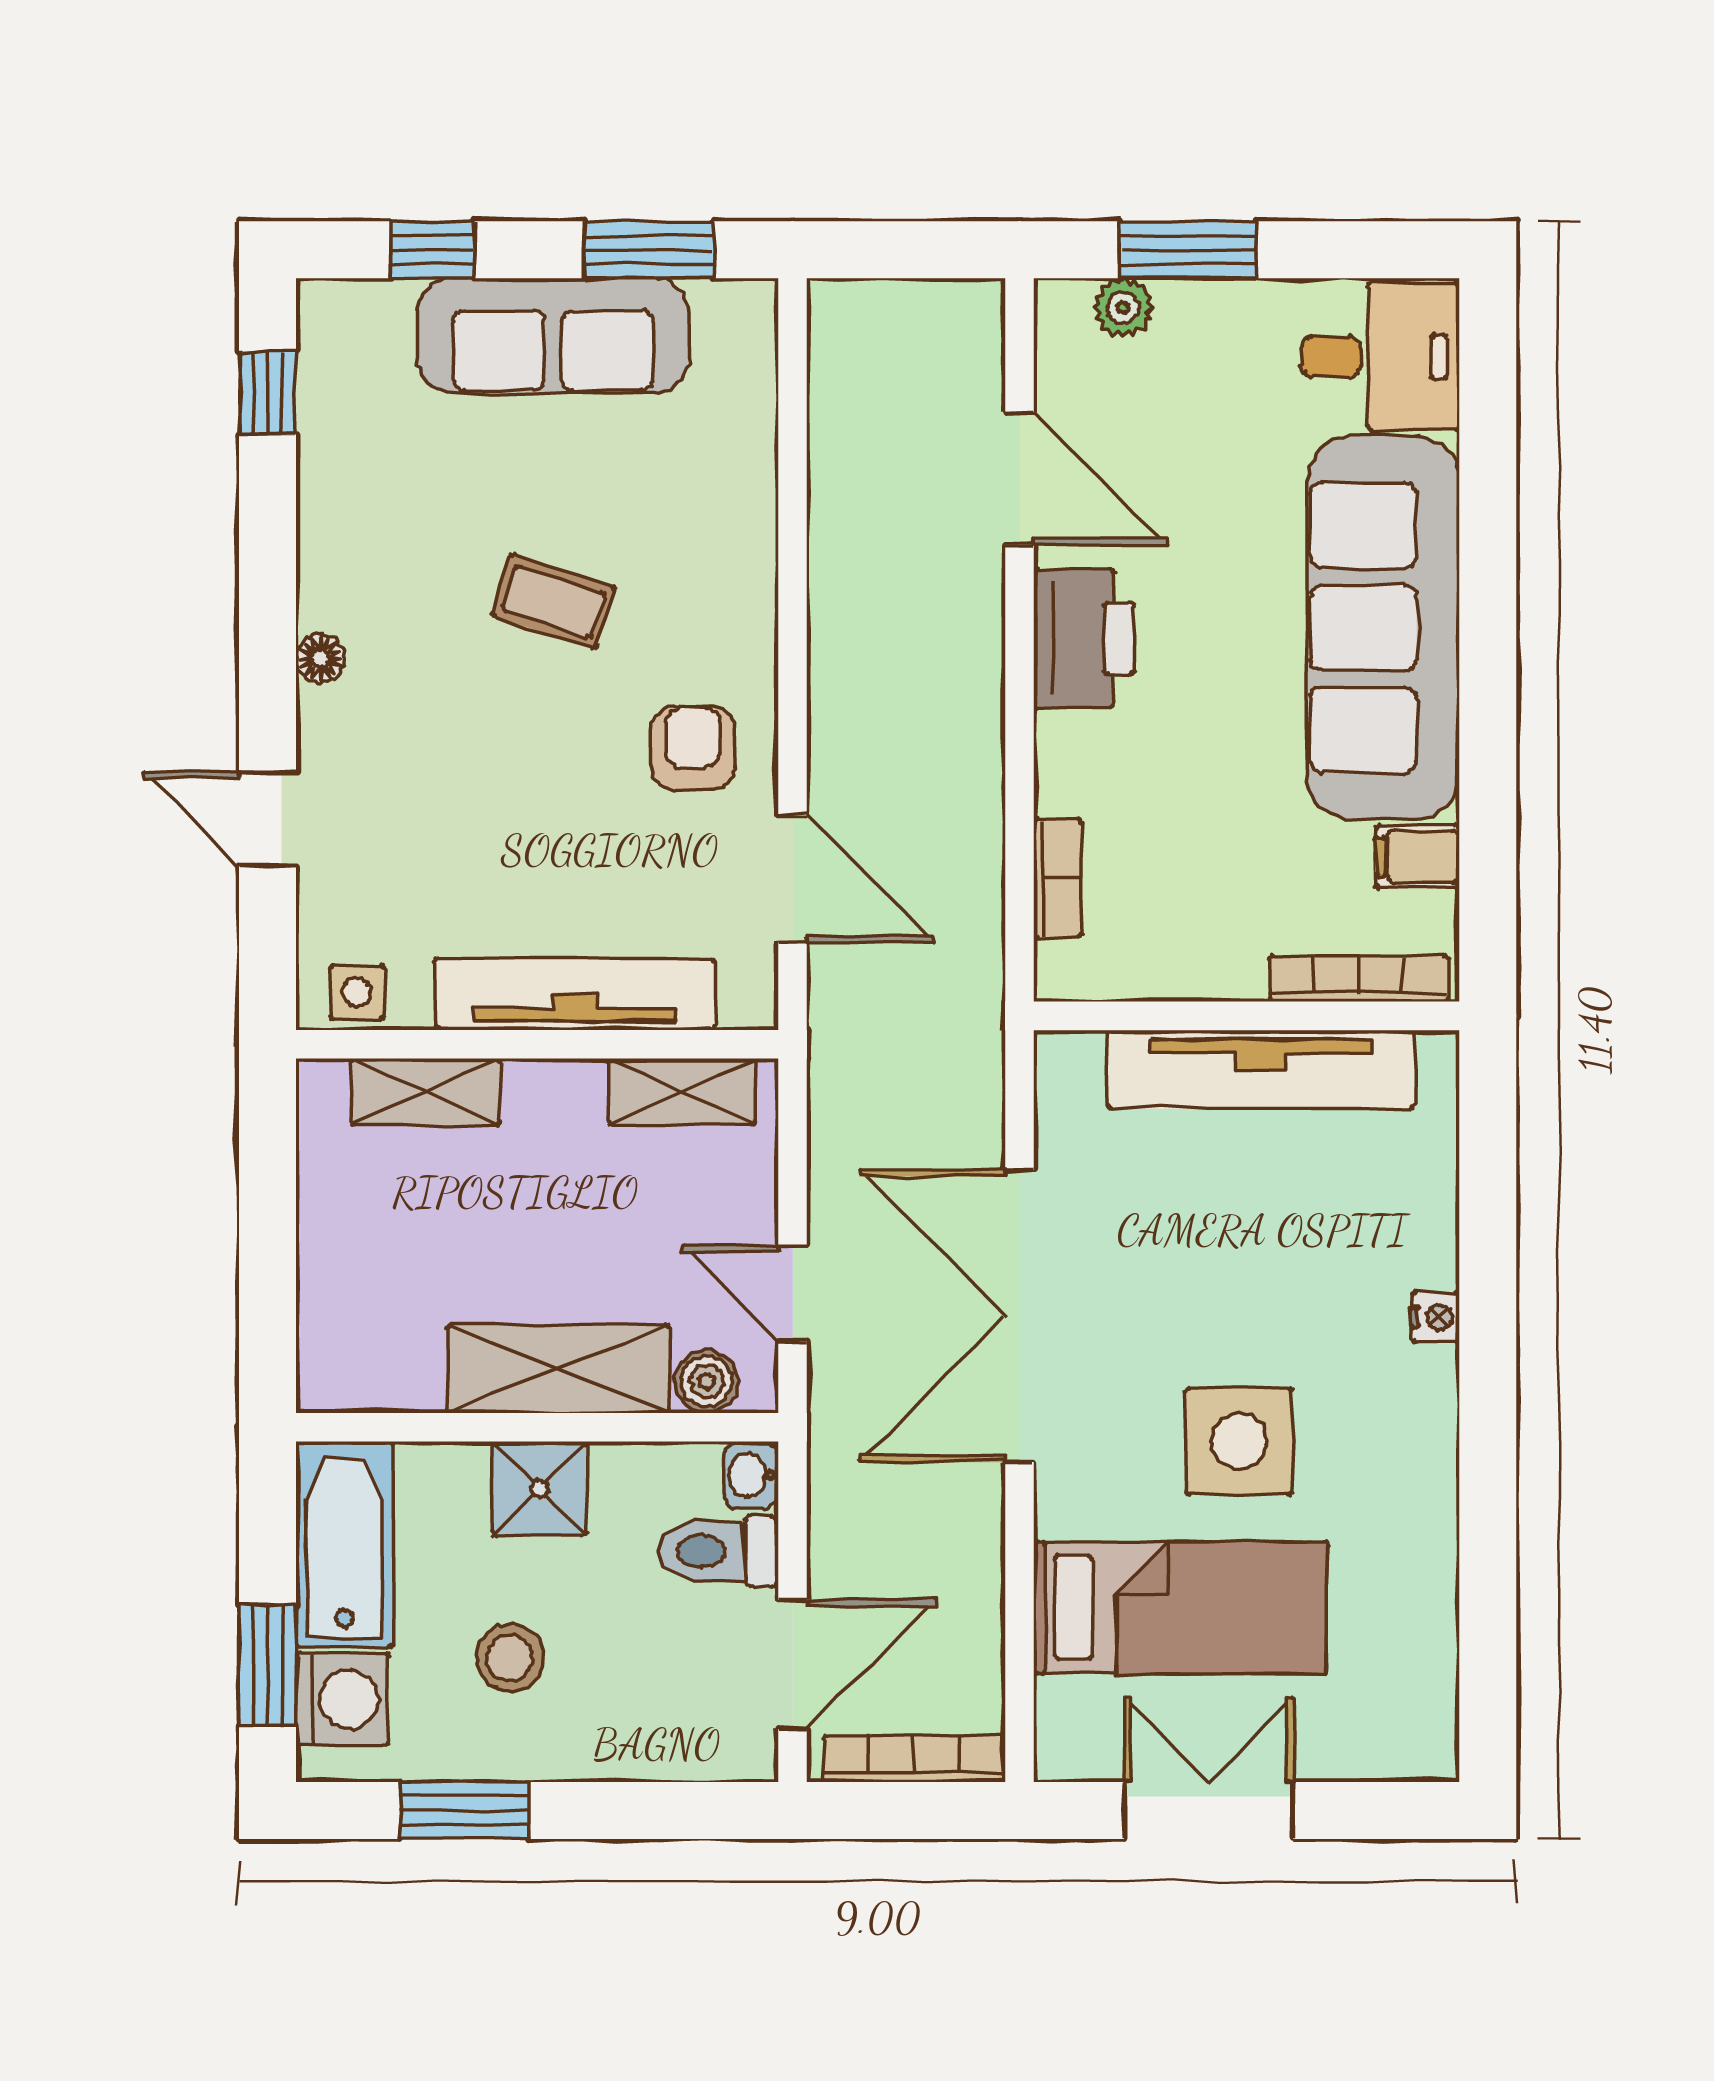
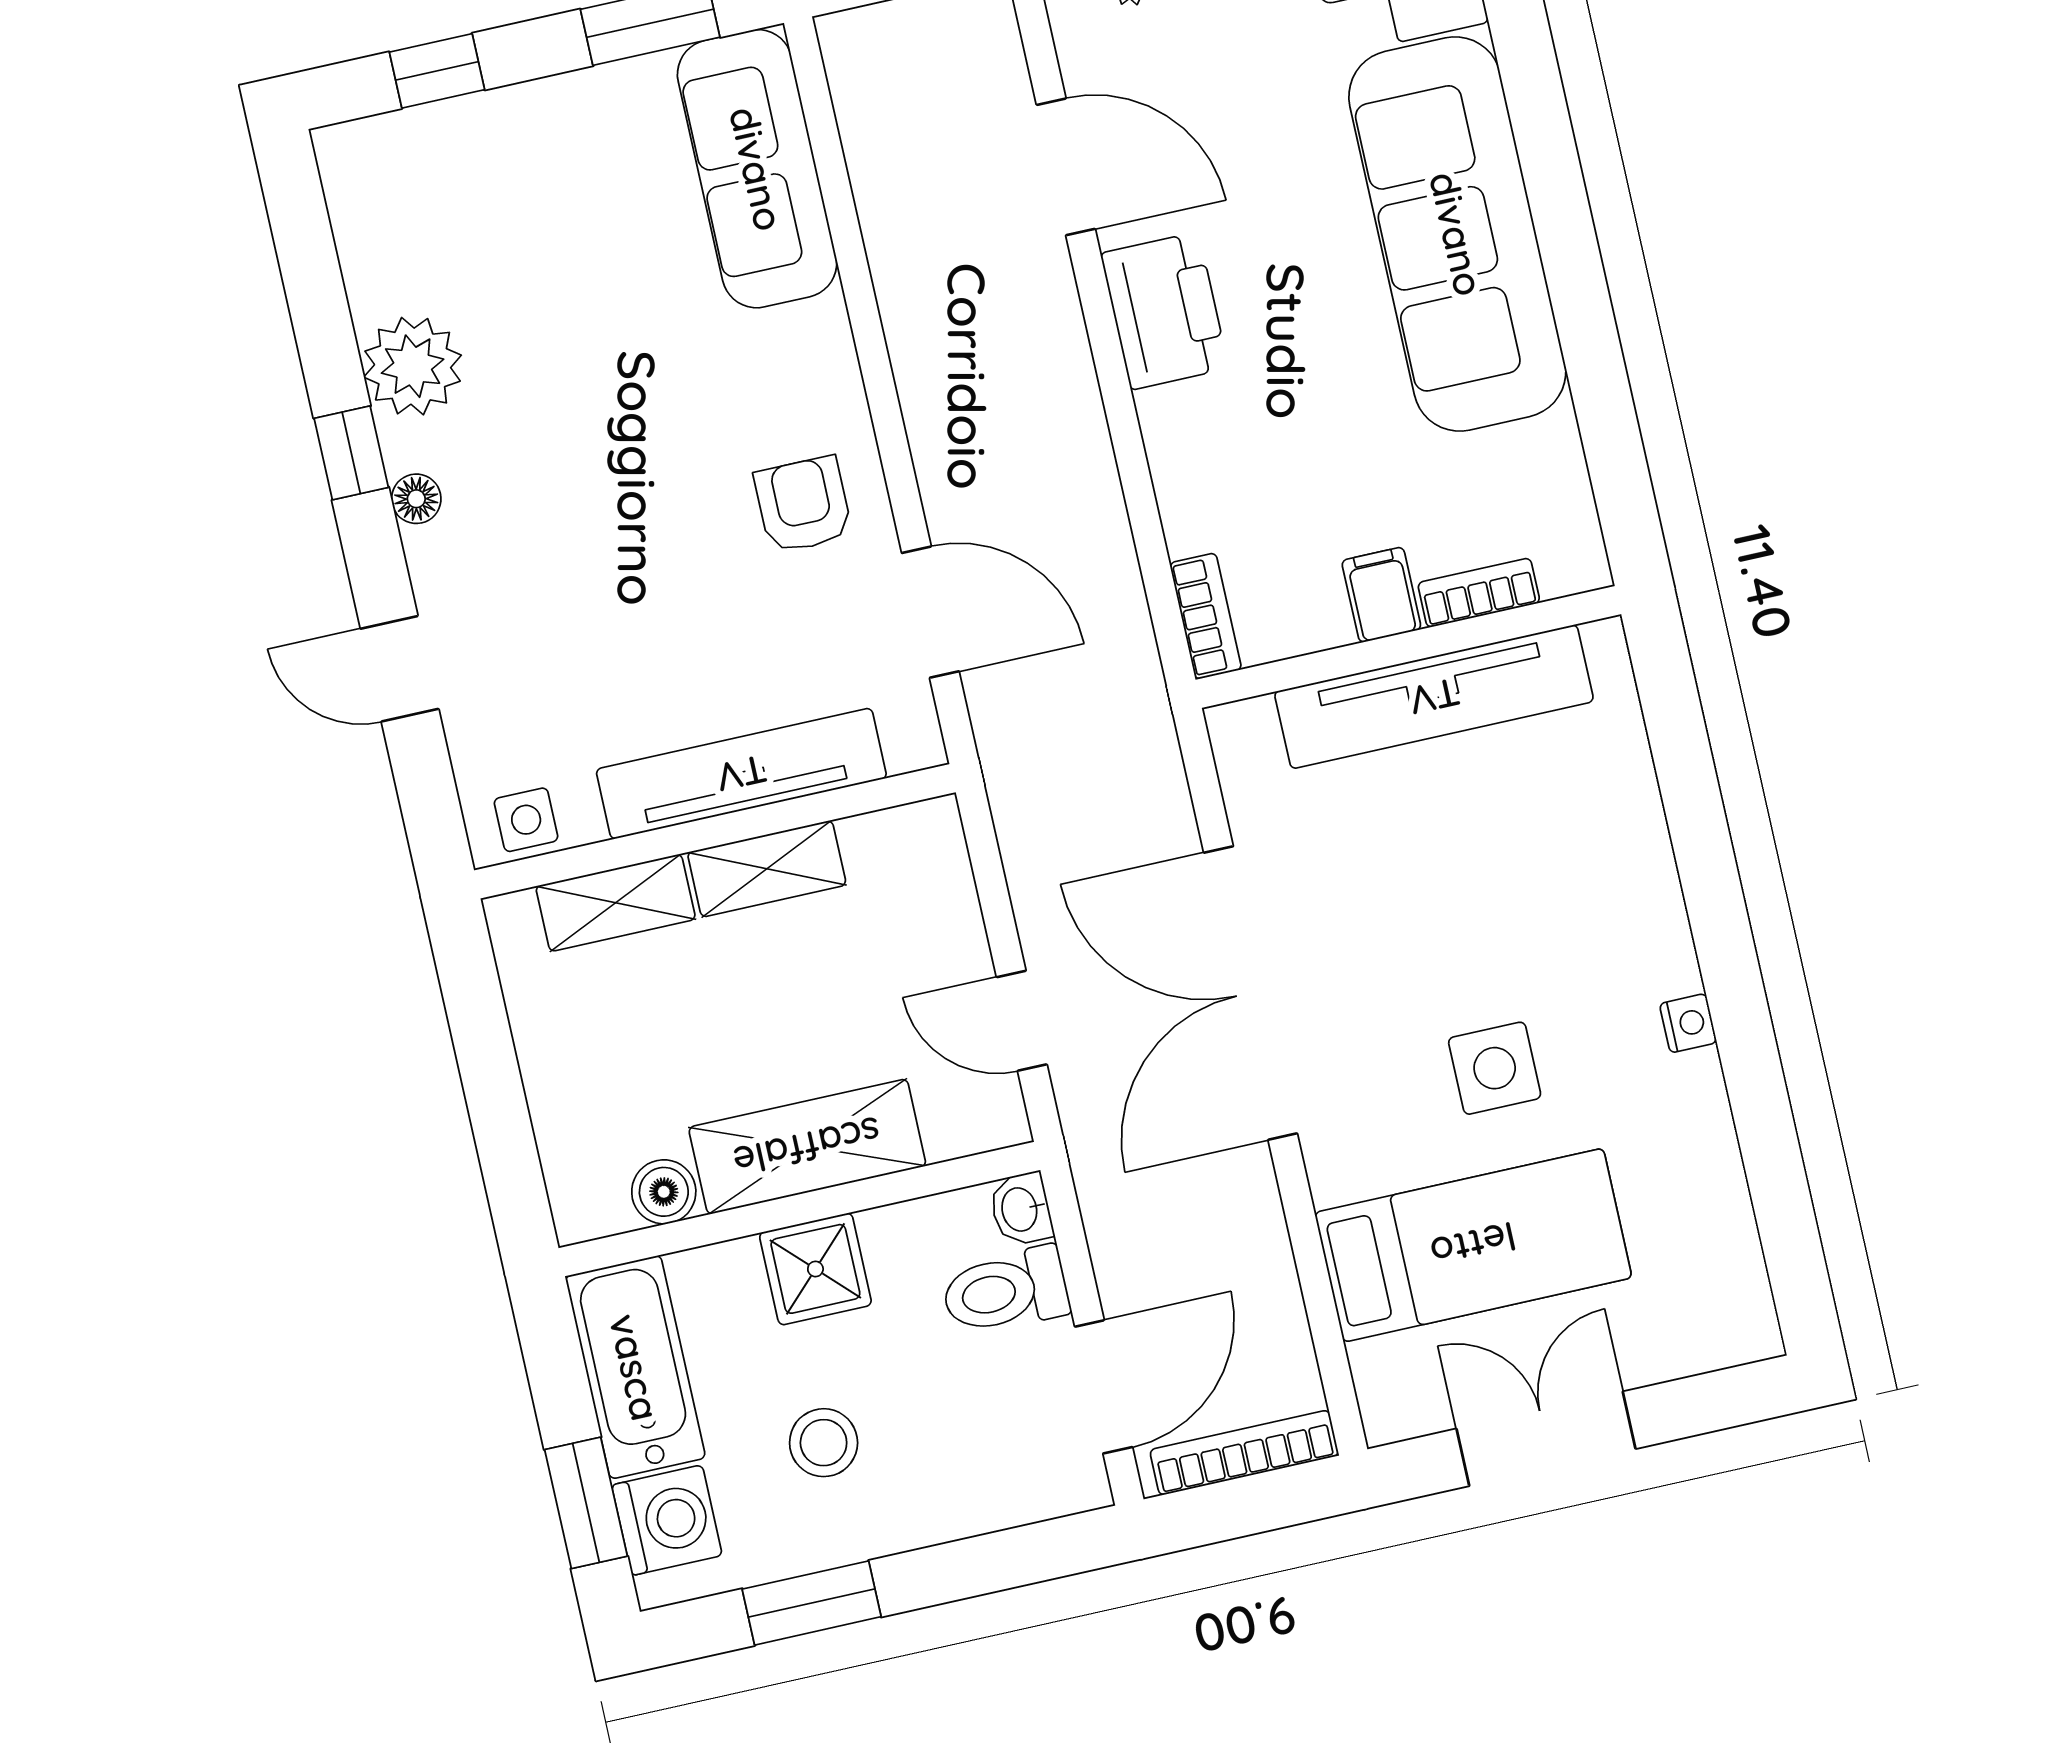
sofa: (553, 336) -> (757, 169), moved, turned 90
window: (268, 393) -> (351, 453), moved
plant: (345, 530) -> (413, 366), added
coffee table: (554, 602) -> (634, 391), removed
filing cabinet: (1417, 857) -> (1381, 595), moved, turned 90
bookcase: (1057, 878) -> (1206, 616), moved
bookcase: (1359, 979) -> (1479, 593), width x0.64
shelving: (682, 1092) -> (767, 869), moved
nightstand: (1436, 1317) -> (1688, 1023), moved
boiler: (707, 1381) -> (664, 1192), moved
side table: (1239, 1441) -> (1495, 1068), width x0.73, depth x0.73

